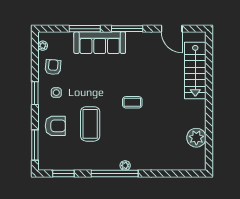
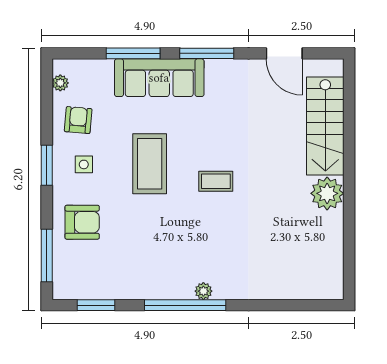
coffee table: (90, 124) -> (150, 164), moved
plant: (196, 138) -> (327, 193), moved

